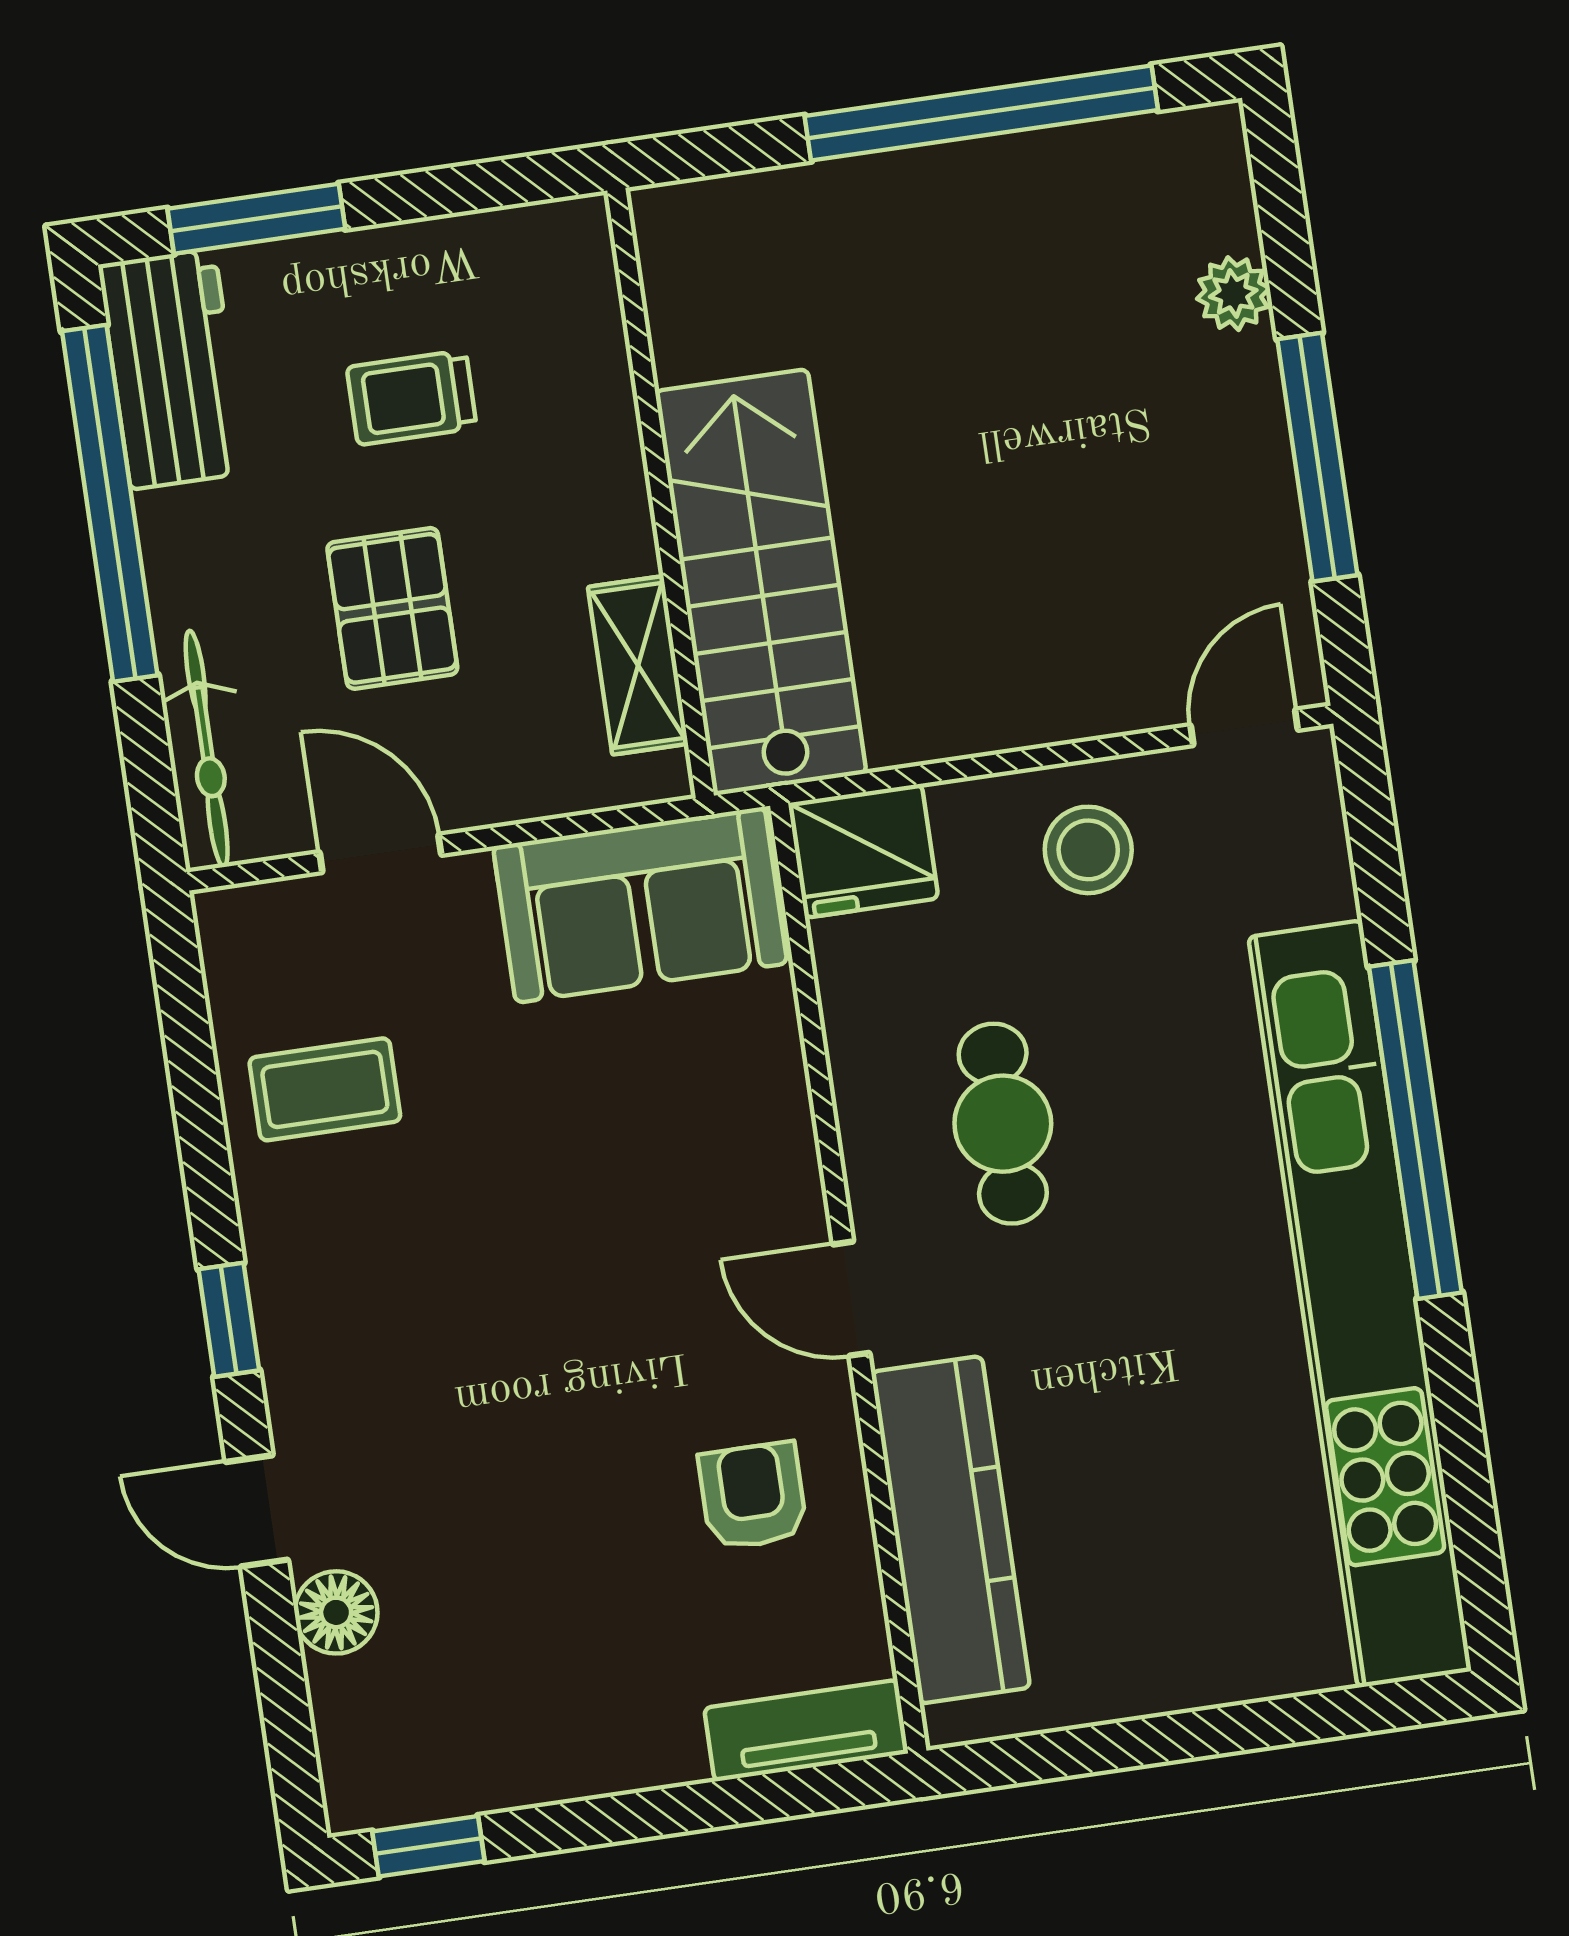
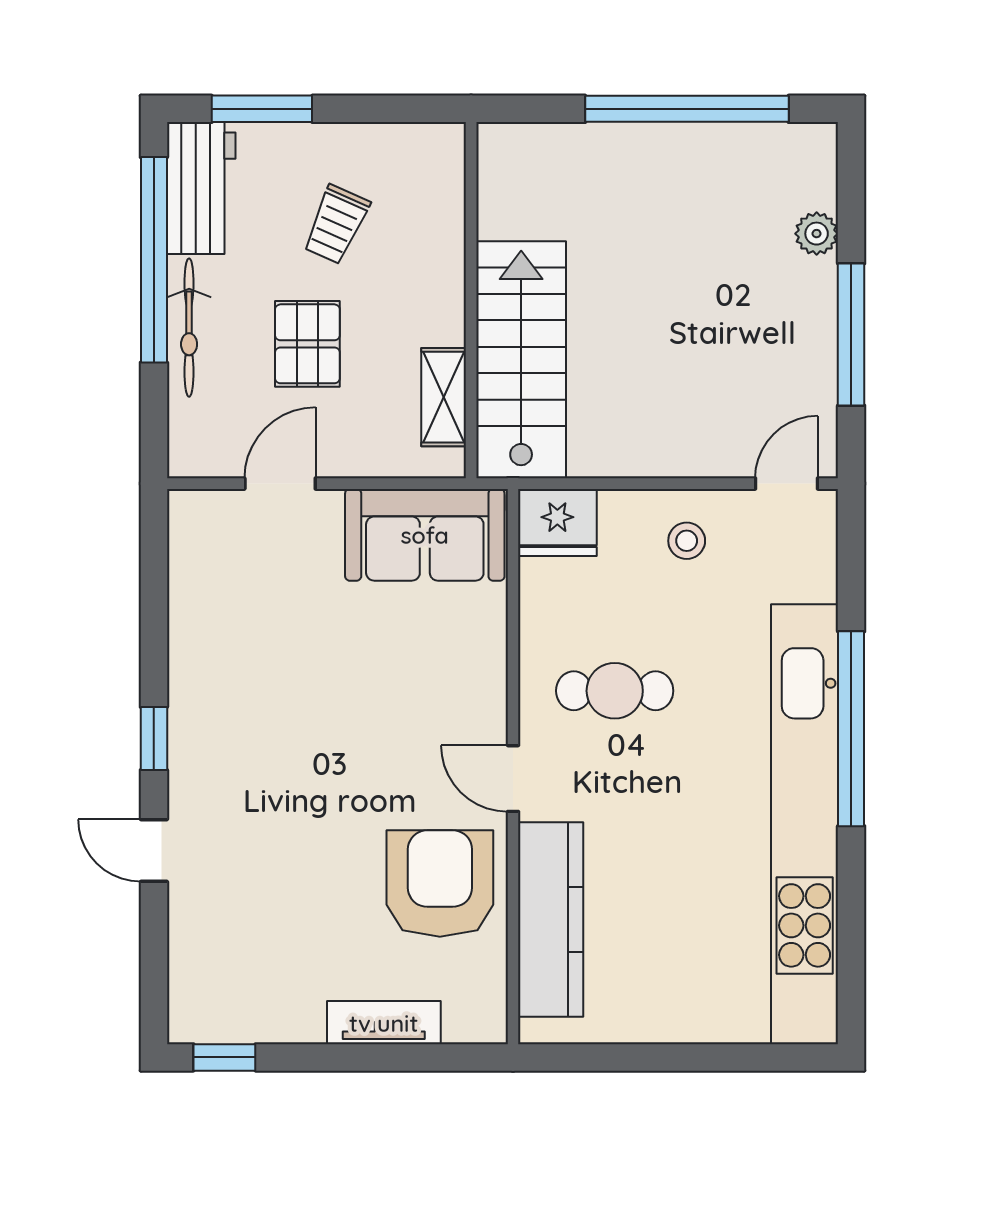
trolley: (412, 398) -> (336, 224), turned -66
bicycle: (207, 749) -> (189, 328), moved
stool: (1088, 850) -> (687, 541), width x0.73, depth x0.73
door: (380, 853) -> (280, 484), hinge flipped
coffee table: (325, 1089) -> (228, 614), removed
cafe table: (1003, 1124) -> (615, 691), turned 90
armchair: (753, 1496) -> (440, 883), width x1.88, depth x1.88
floor lamp: (336, 1612) -> (191, 915), removed
tv unit: (806, 1731) -> (384, 1023), moved

